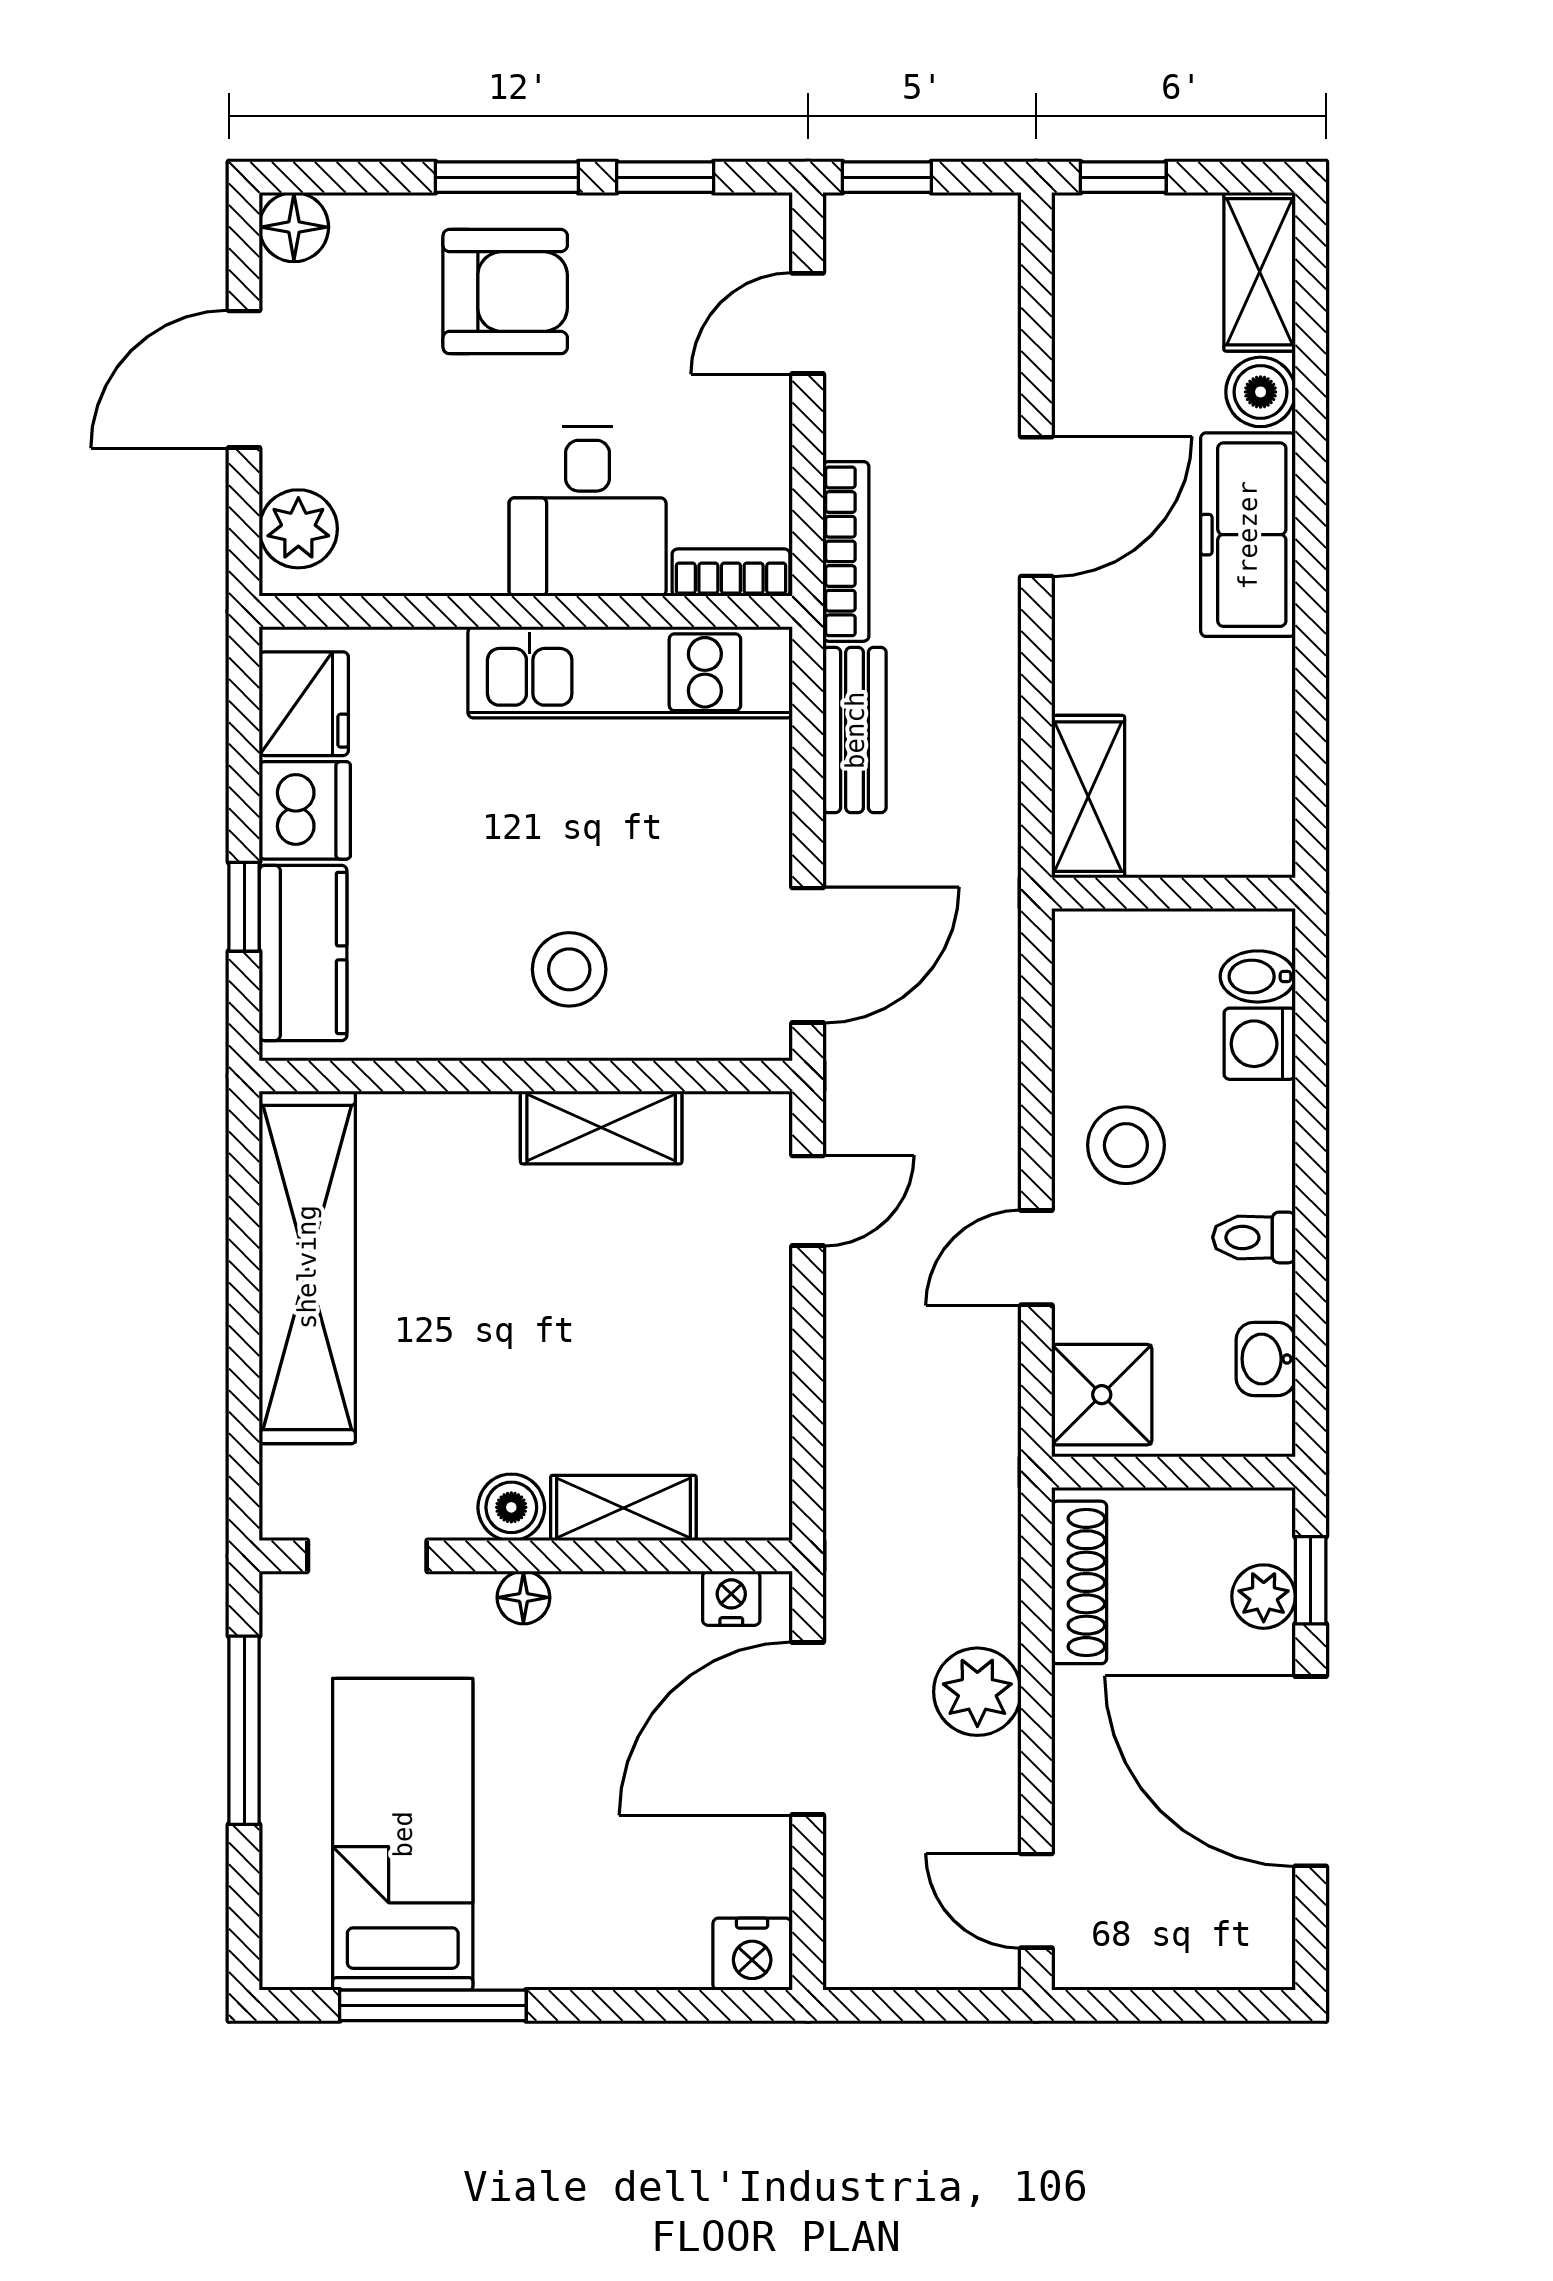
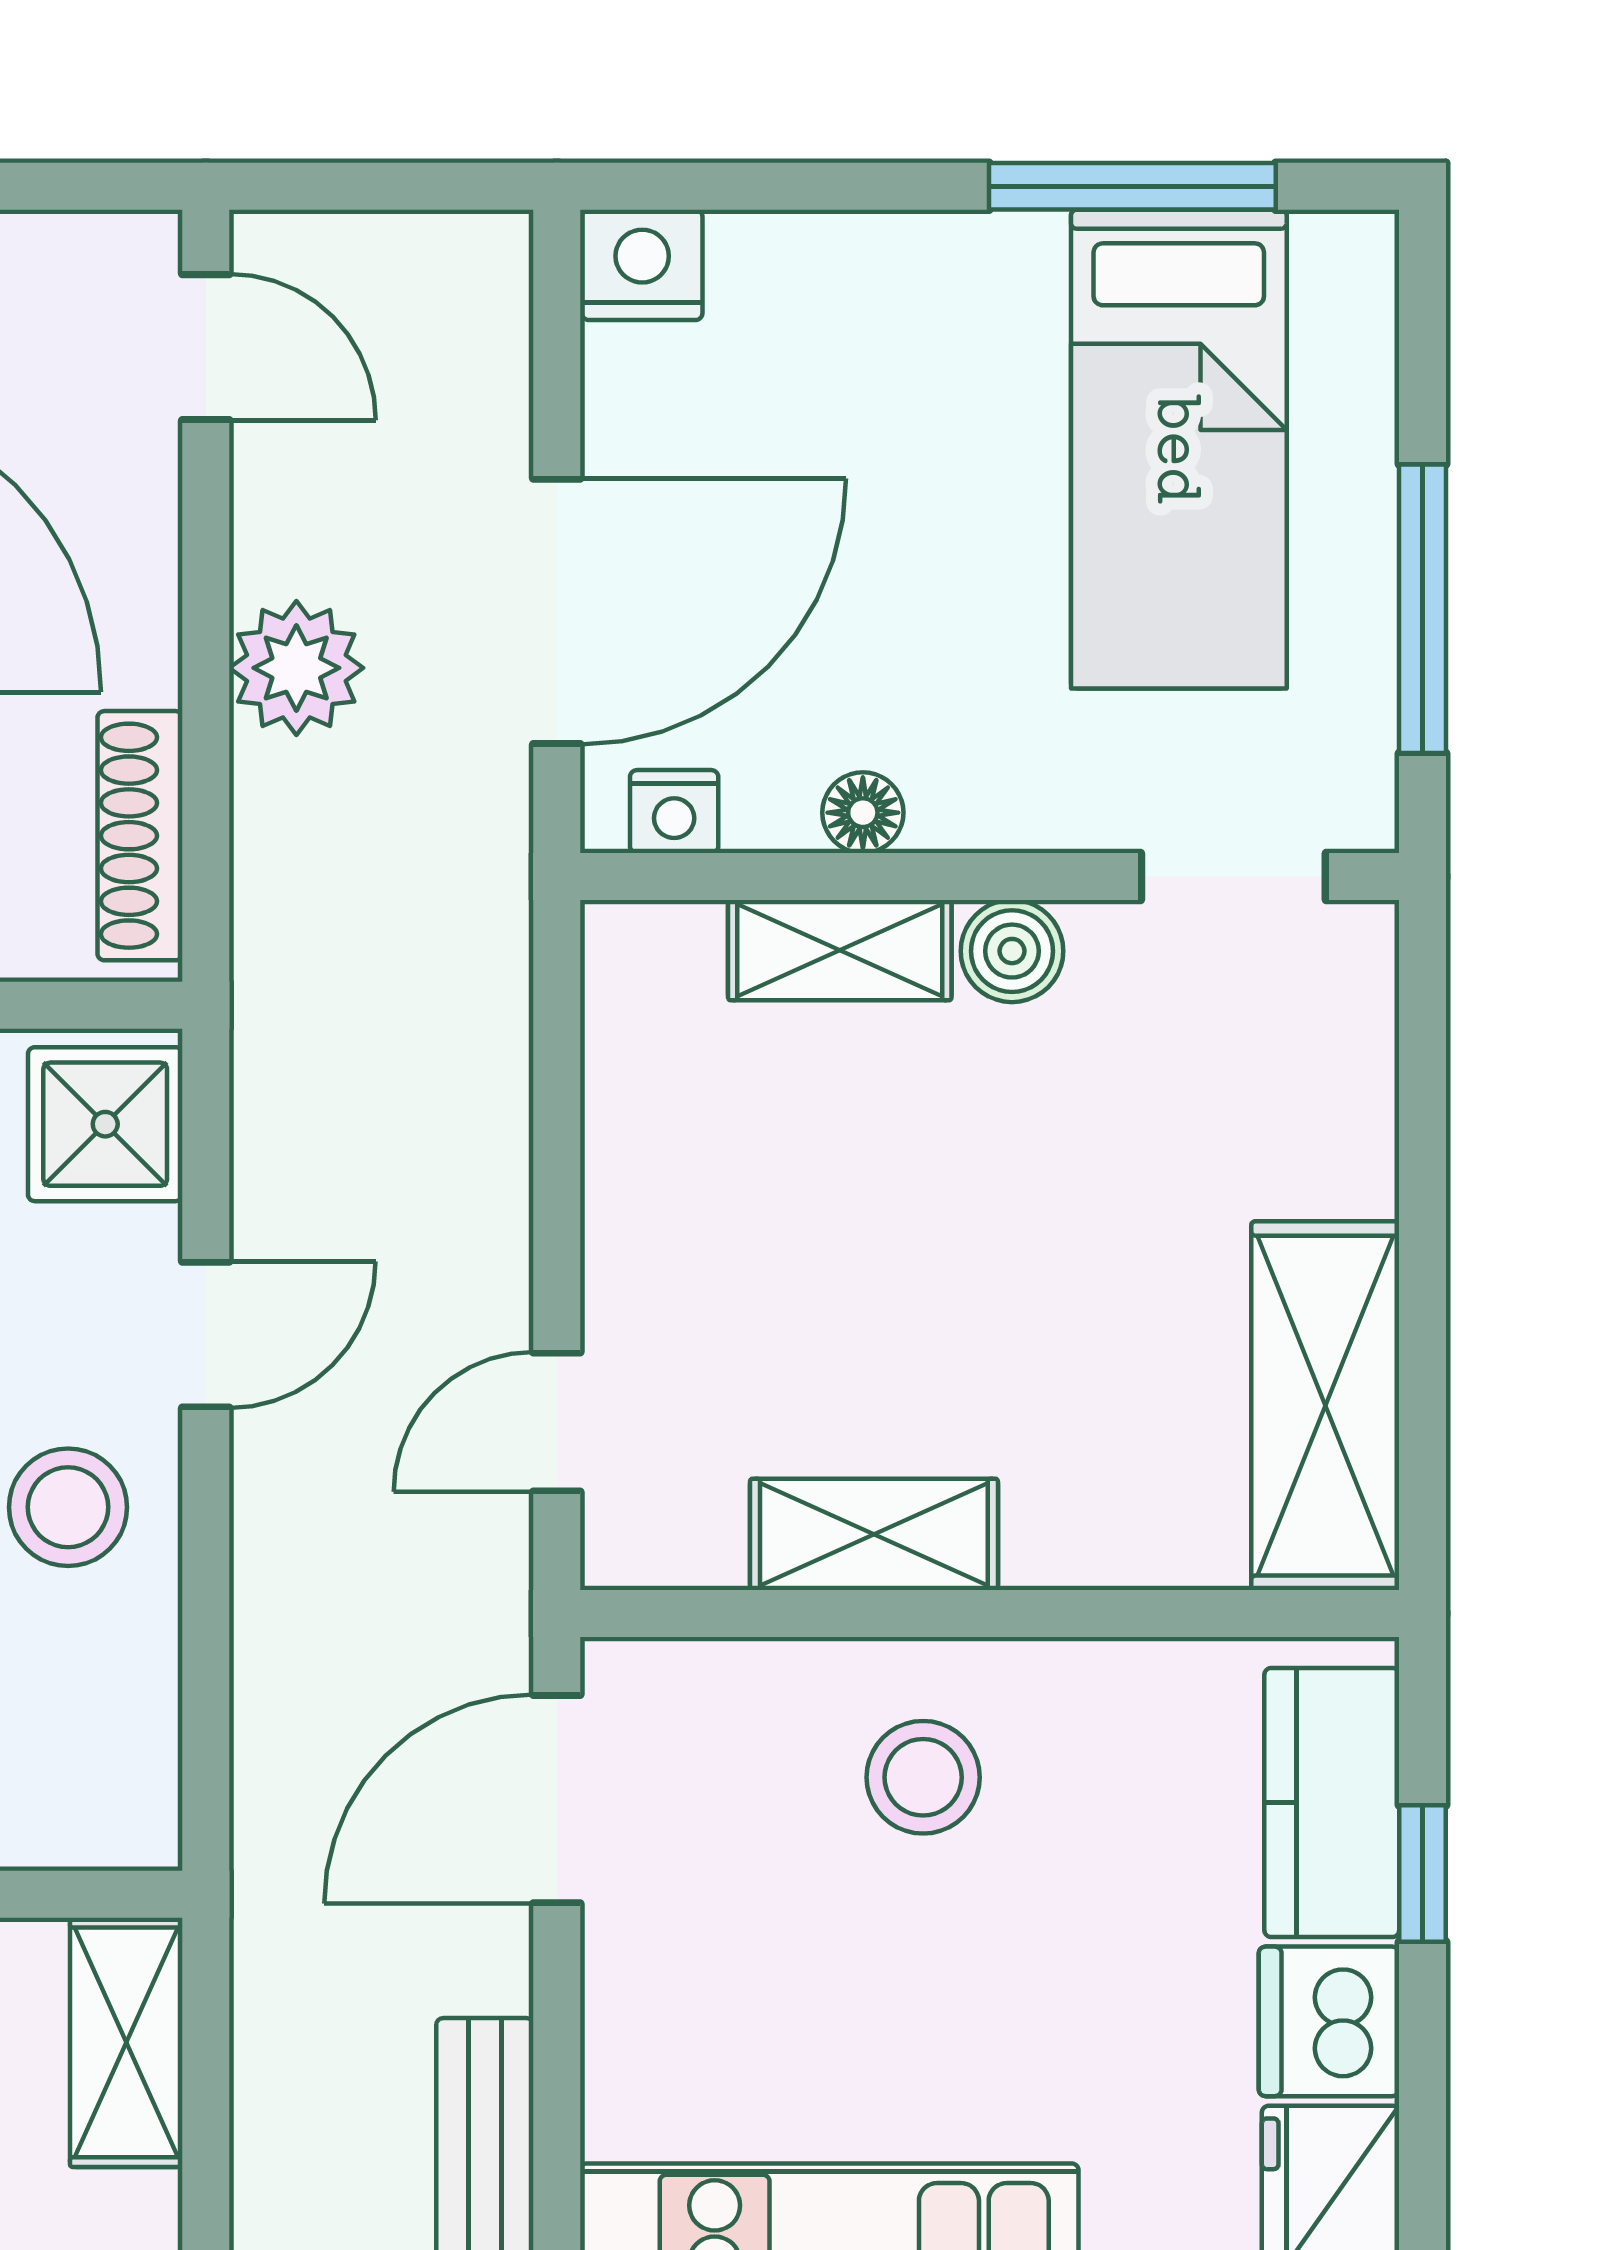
shelving: (307, 1267) -> (1325, 1406), width x0.68
floor lamp: (523, 1597) -> (863, 813), moved

